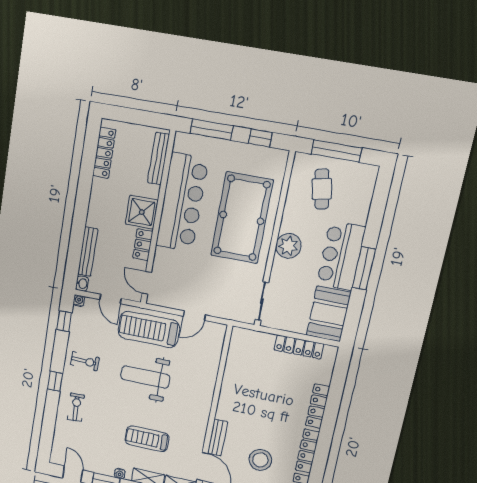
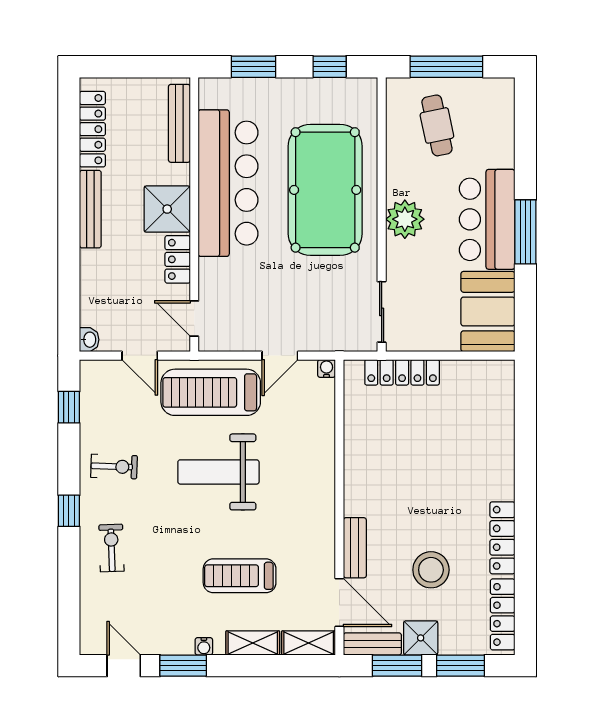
window: (212, 130) -> (253, 67), width x0.69
bench: (88, 252) -> (90, 209), moved
water cooler: (79, 301) -> (327, 368), moved
locker: (299, 347) -> (402, 372), moved
locker: (318, 406) -> (503, 461), removed

